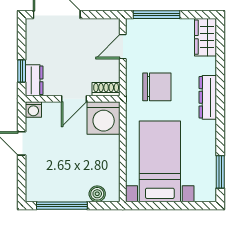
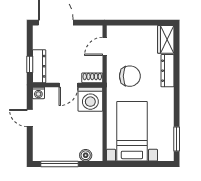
window: (157, 15) -> (130, 23), removed
dresser: (34, 80) -> (39, 66), width x1.44
dresser: (208, 97) -> (167, 71), moved

